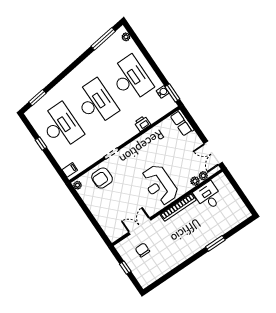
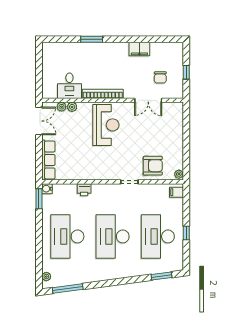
water cooler: (163, 92) -> (47, 189), moved
row of seats: (182, 123) -> (48, 160), width x1.48
filing cabinet: (173, 261) -> (139, 49), added

